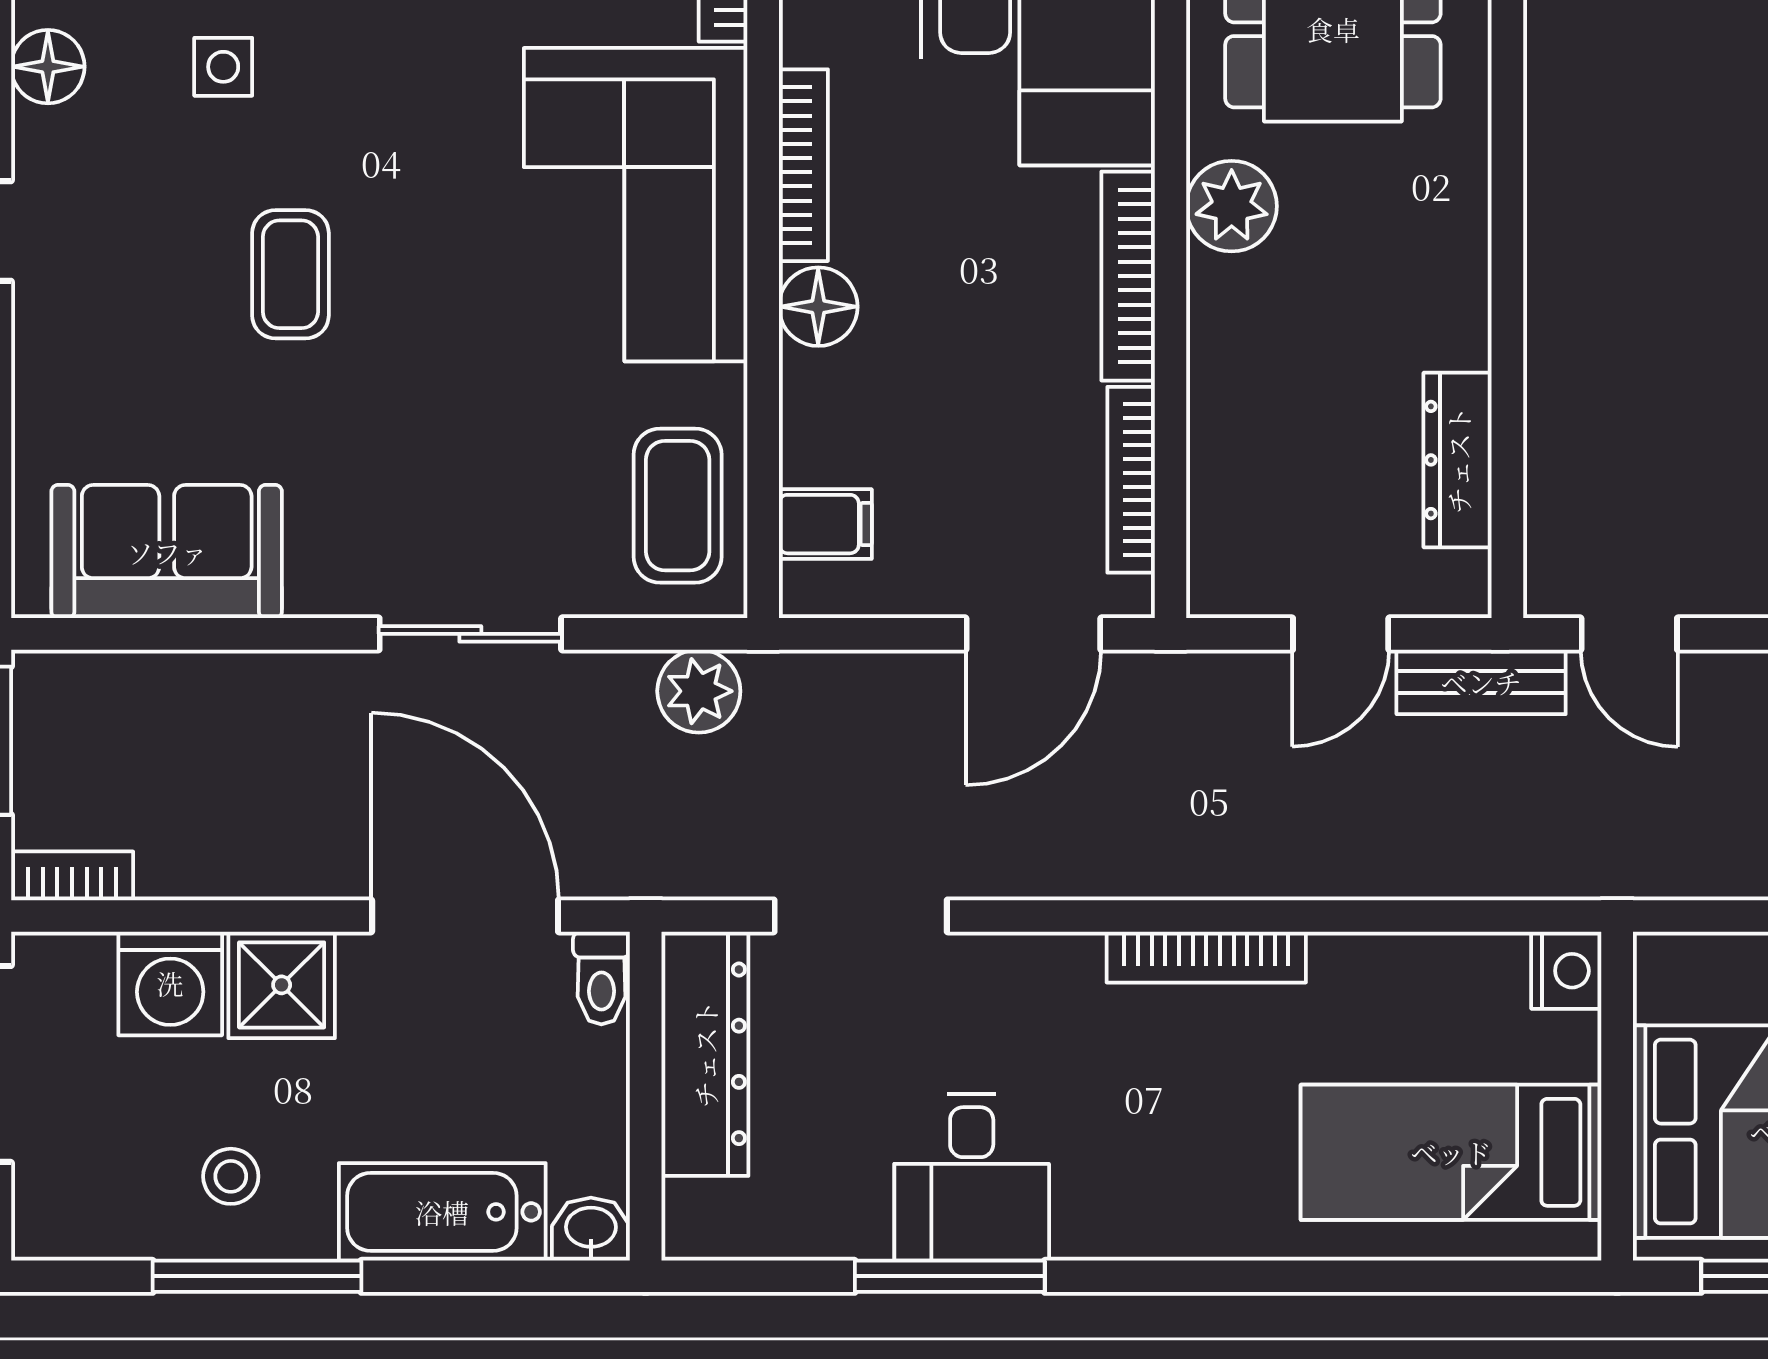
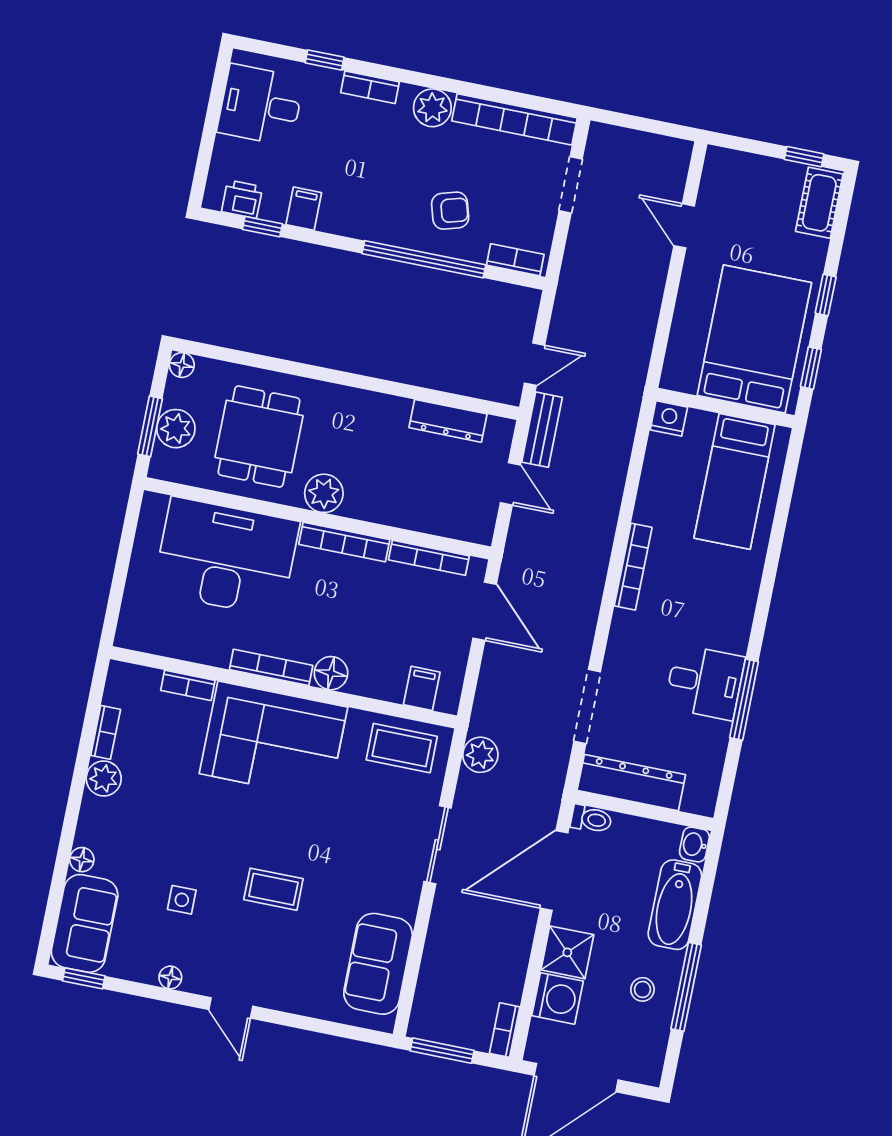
floor lamp: (48, 67) -> (170, 977), width x0.73, depth x0.73

